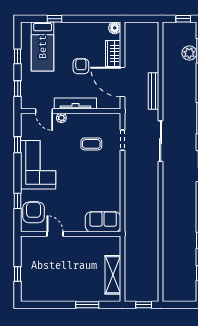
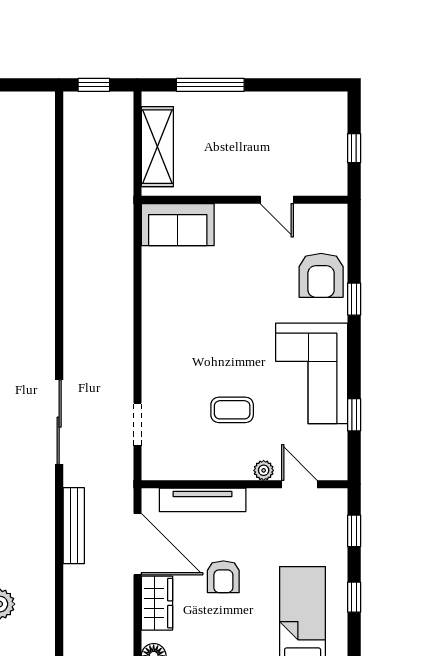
tv unit: (75, 104) -> (203, 500), moved
coffee table: (91, 144) -> (232, 410), moved
sofa: (103, 222) -> (178, 225), moved
door: (55, 234) -> (277, 200), moved
wall: (71, 234) -> (244, 200), moved
window: (87, 305) -> (210, 85), width x1.44

